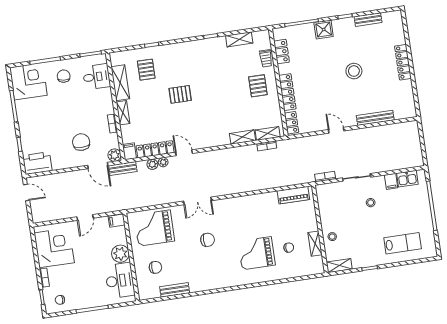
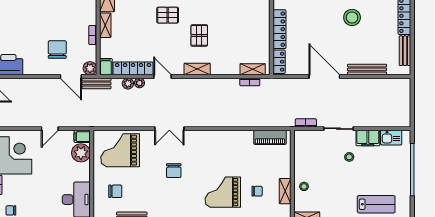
pallet: (258, 86) -> (199, 35), moved
bench: (408, 95) -> (405, 51), added
door: (336, 130) -> (324, 76), width x1.88
shelving: (243, 137) -> (197, 69), moved
filing cabinet: (391, 181) -> (368, 138), width x2.00
chair: (208, 240) -> (174, 171), turned 90
plant: (120, 254) -> (81, 153), moved

